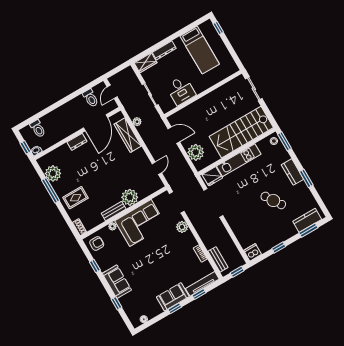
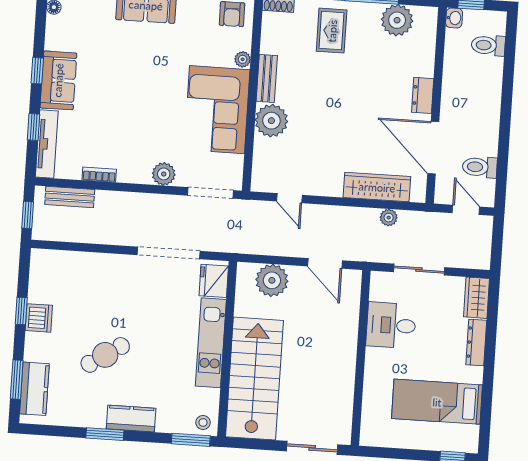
door: (174, 135) -> (325, 263), hinge flipped
dishwasher: (253, 252) -> (39, 318), moved

